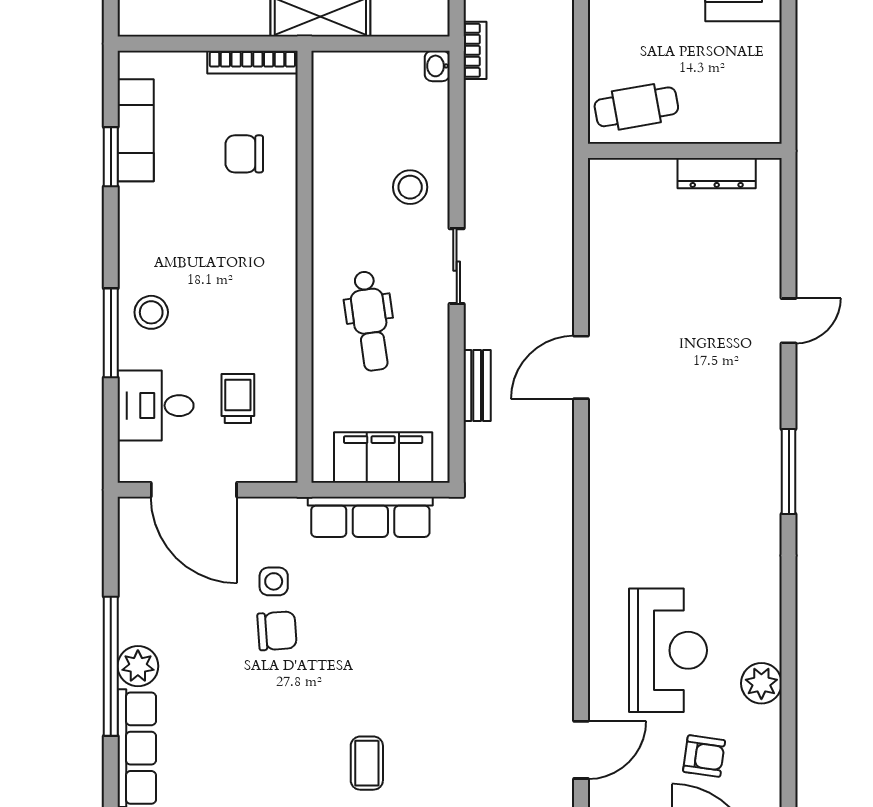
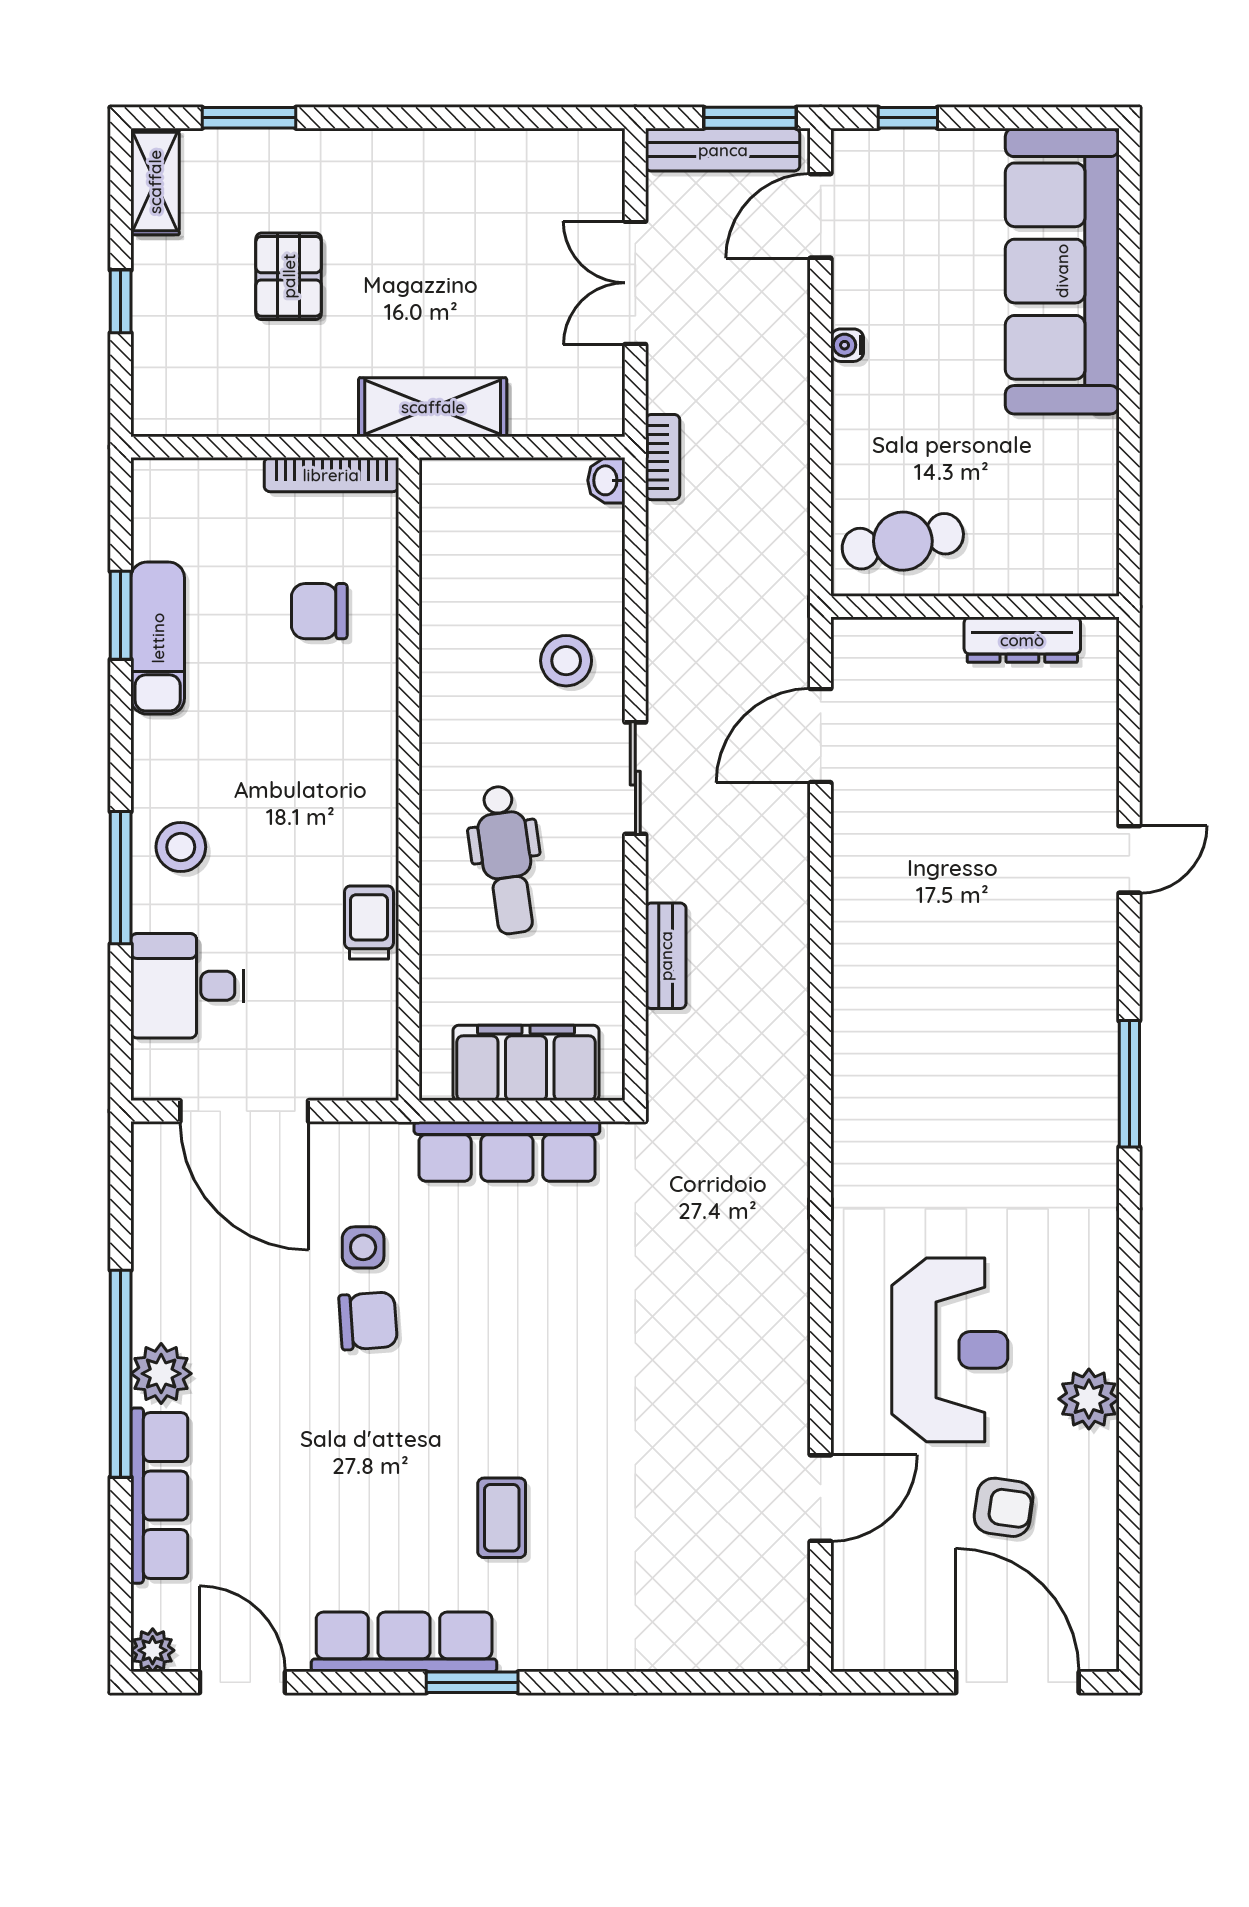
exam couch: (136, 130) -> (158, 638), moved
door: (581, 367) -> (821, 736), moved
trolley: (238, 398) -> (369, 923), moved

